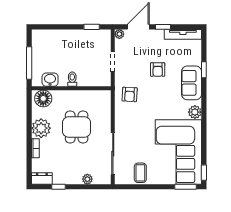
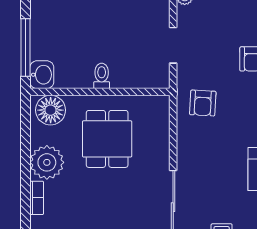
washbasin: (50, 80) -> (42, 75), moved, turned 90
dining table: (77, 127) -> (107, 139), moved

